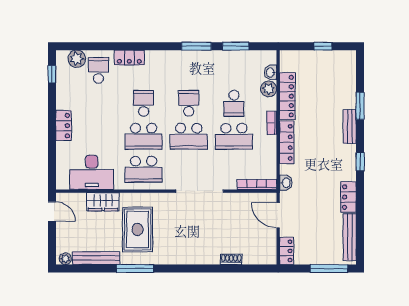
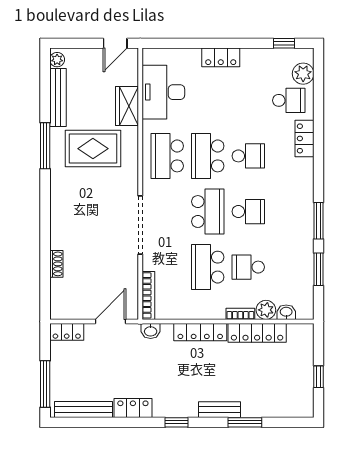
bookcase: (272, 123) -> (240, 314), moved
school desk: (189, 136) -> (208, 212), turned 180

